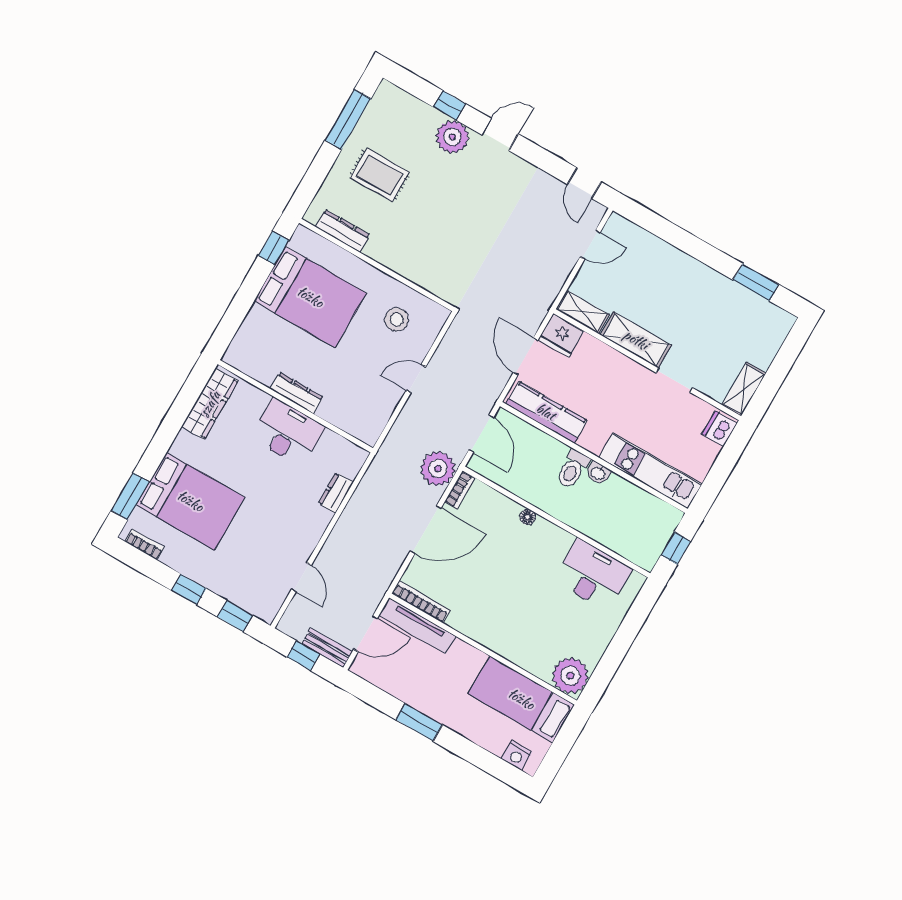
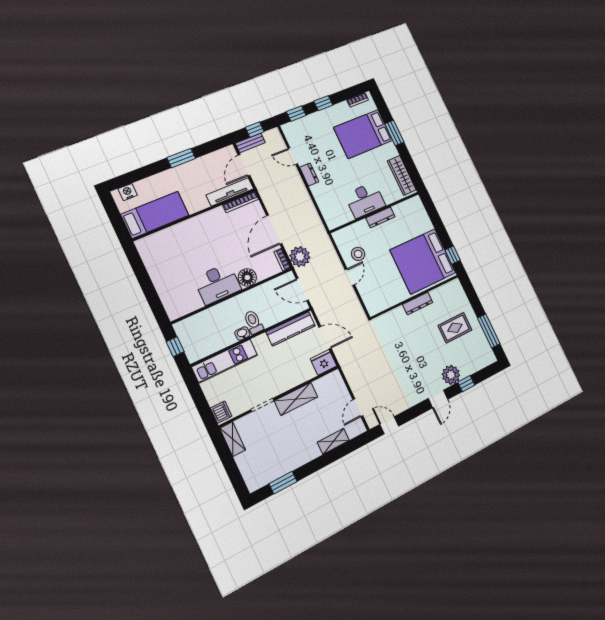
dresser: (343, 231) -> (418, 303), moved
bed: (310, 297) -> (423, 261), width x1.36
shelving: (583, 312) -> (333, 441), moved
stool: (397, 320) -> (358, 254), moved
dresser: (336, 493) -> (309, 175), moved
window: (130, 496) -> (394, 133), moved
floor lamp: (528, 517) -> (247, 277), width x1.89, depth x1.89
desk: (593, 575) -> (217, 284), moved
plant: (570, 676) -> (149, 247), removed

